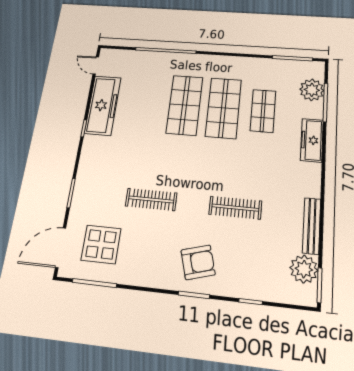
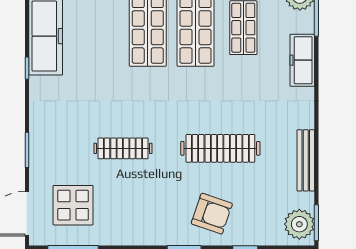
clothes rail: (235, 208) -> (220, 148), width x1.37, depth x1.31
armchair: (198, 262) -> (212, 214), moved, turned 35
plant: (304, 269) -> (299, 224), moved

